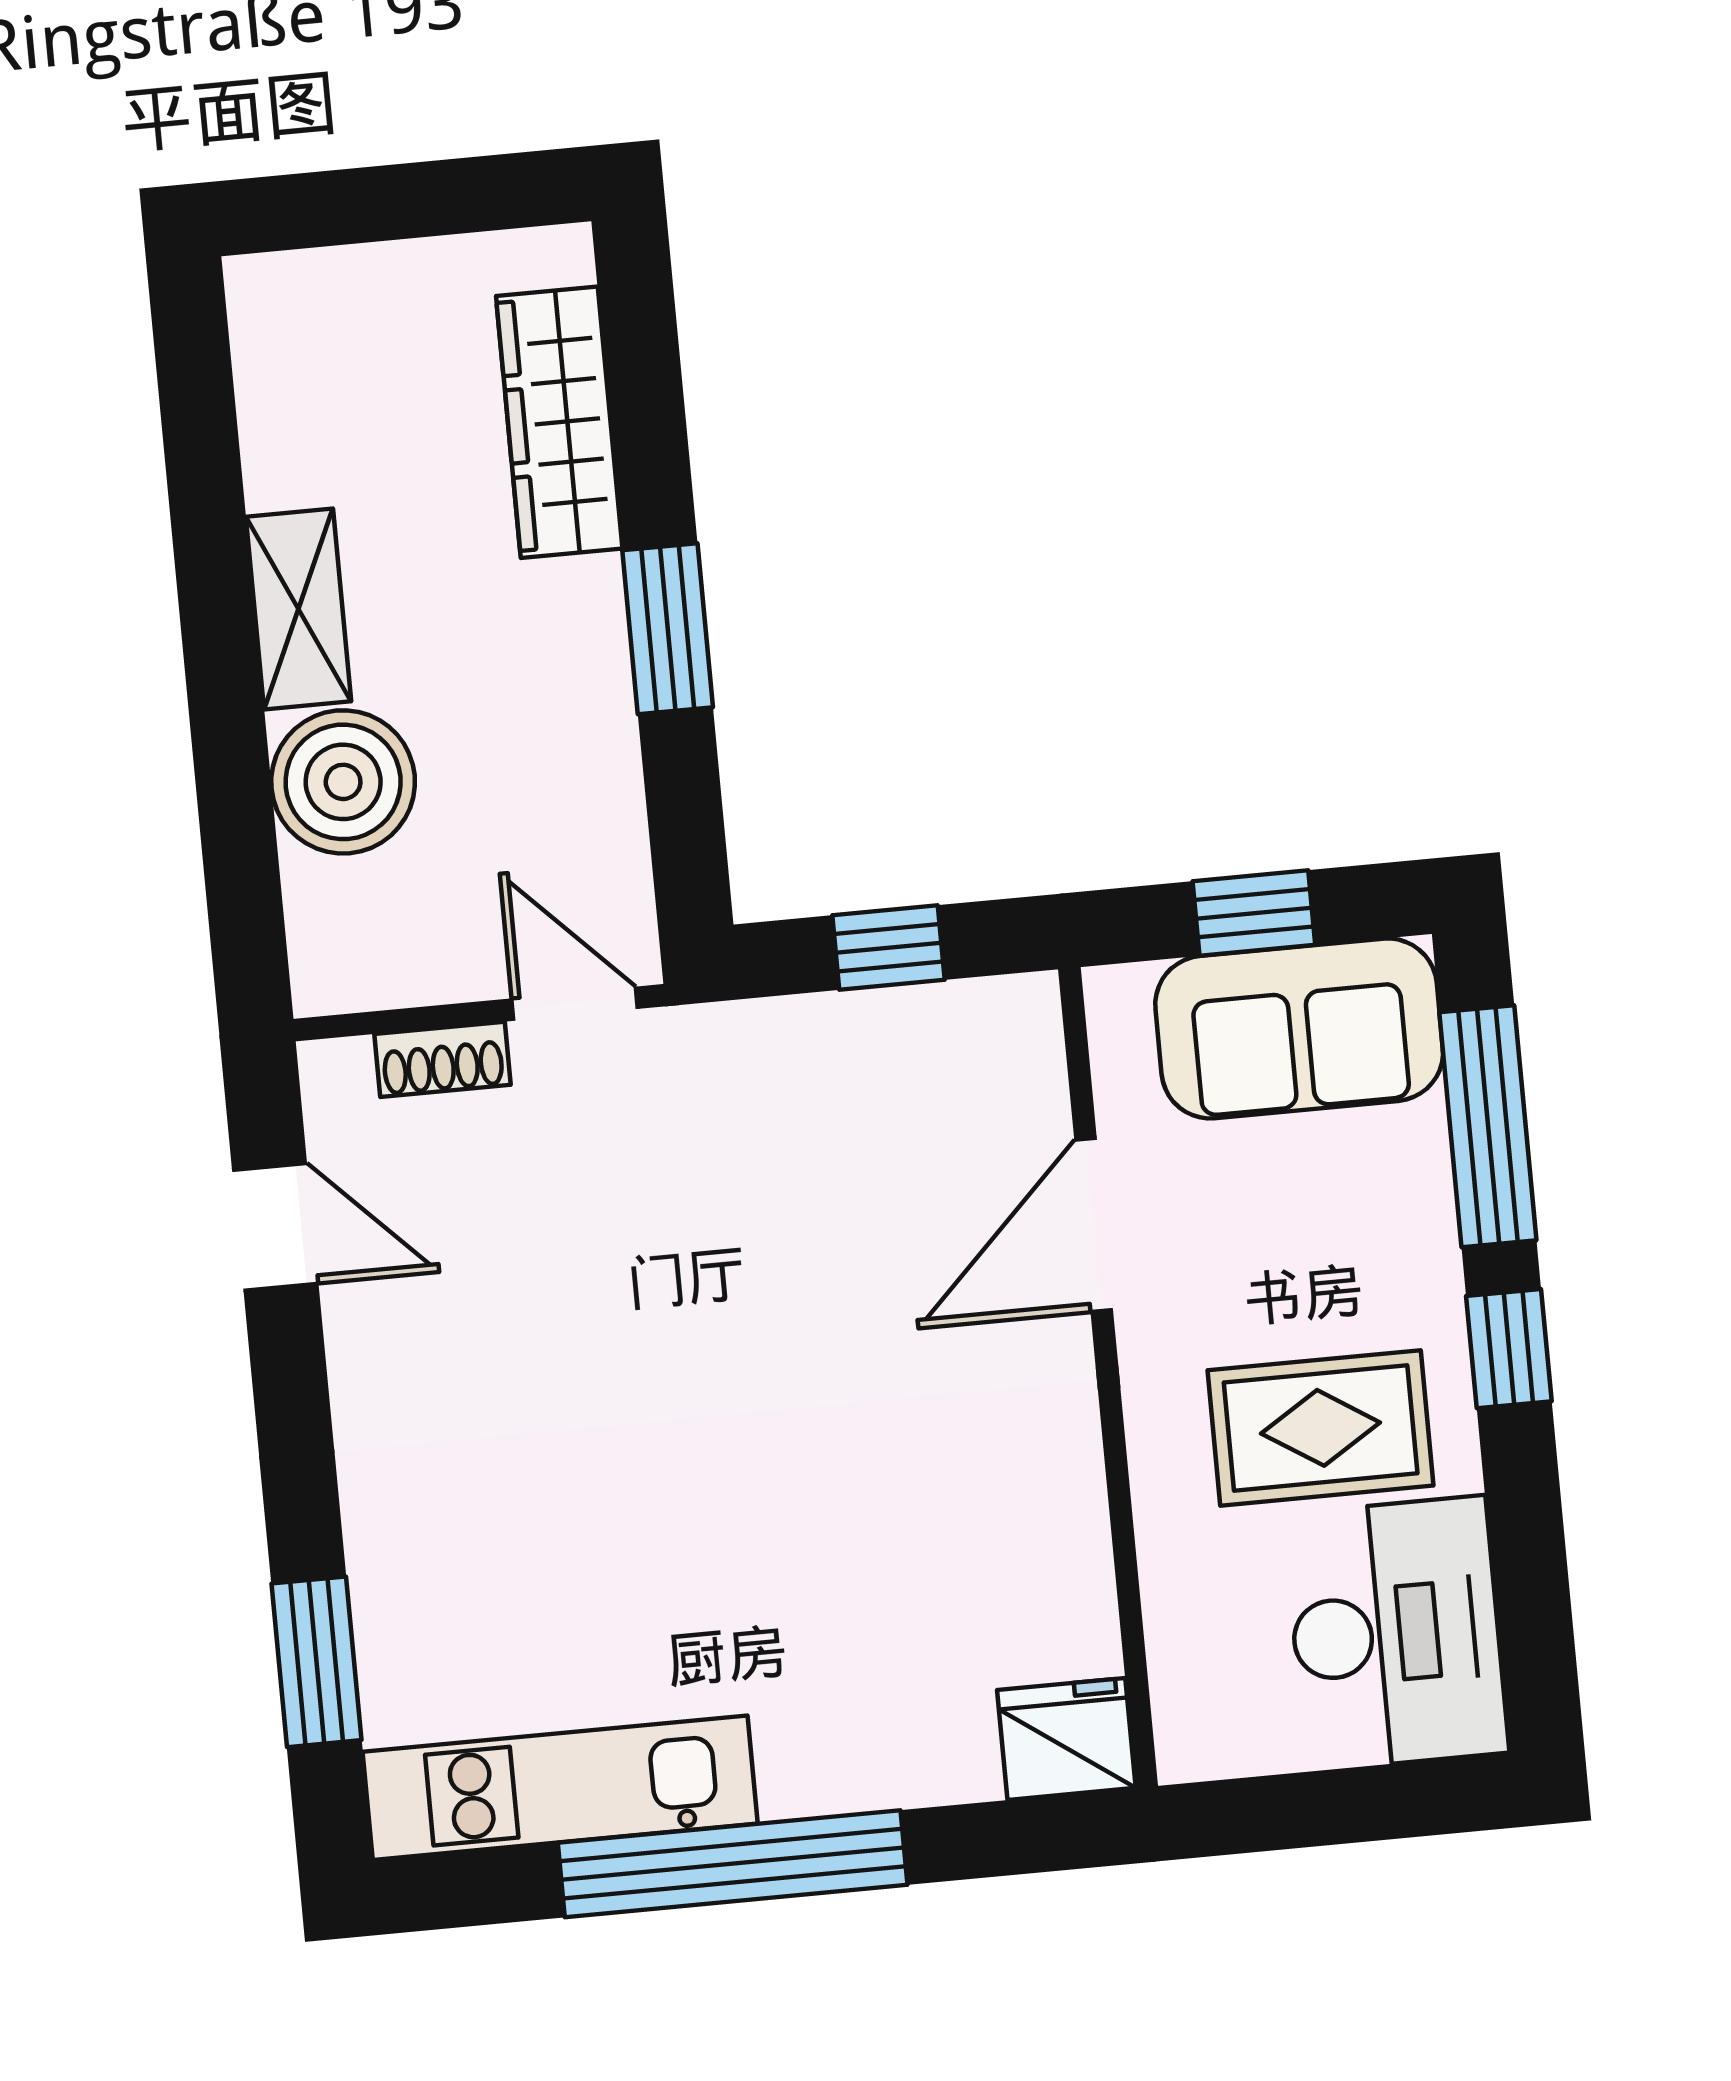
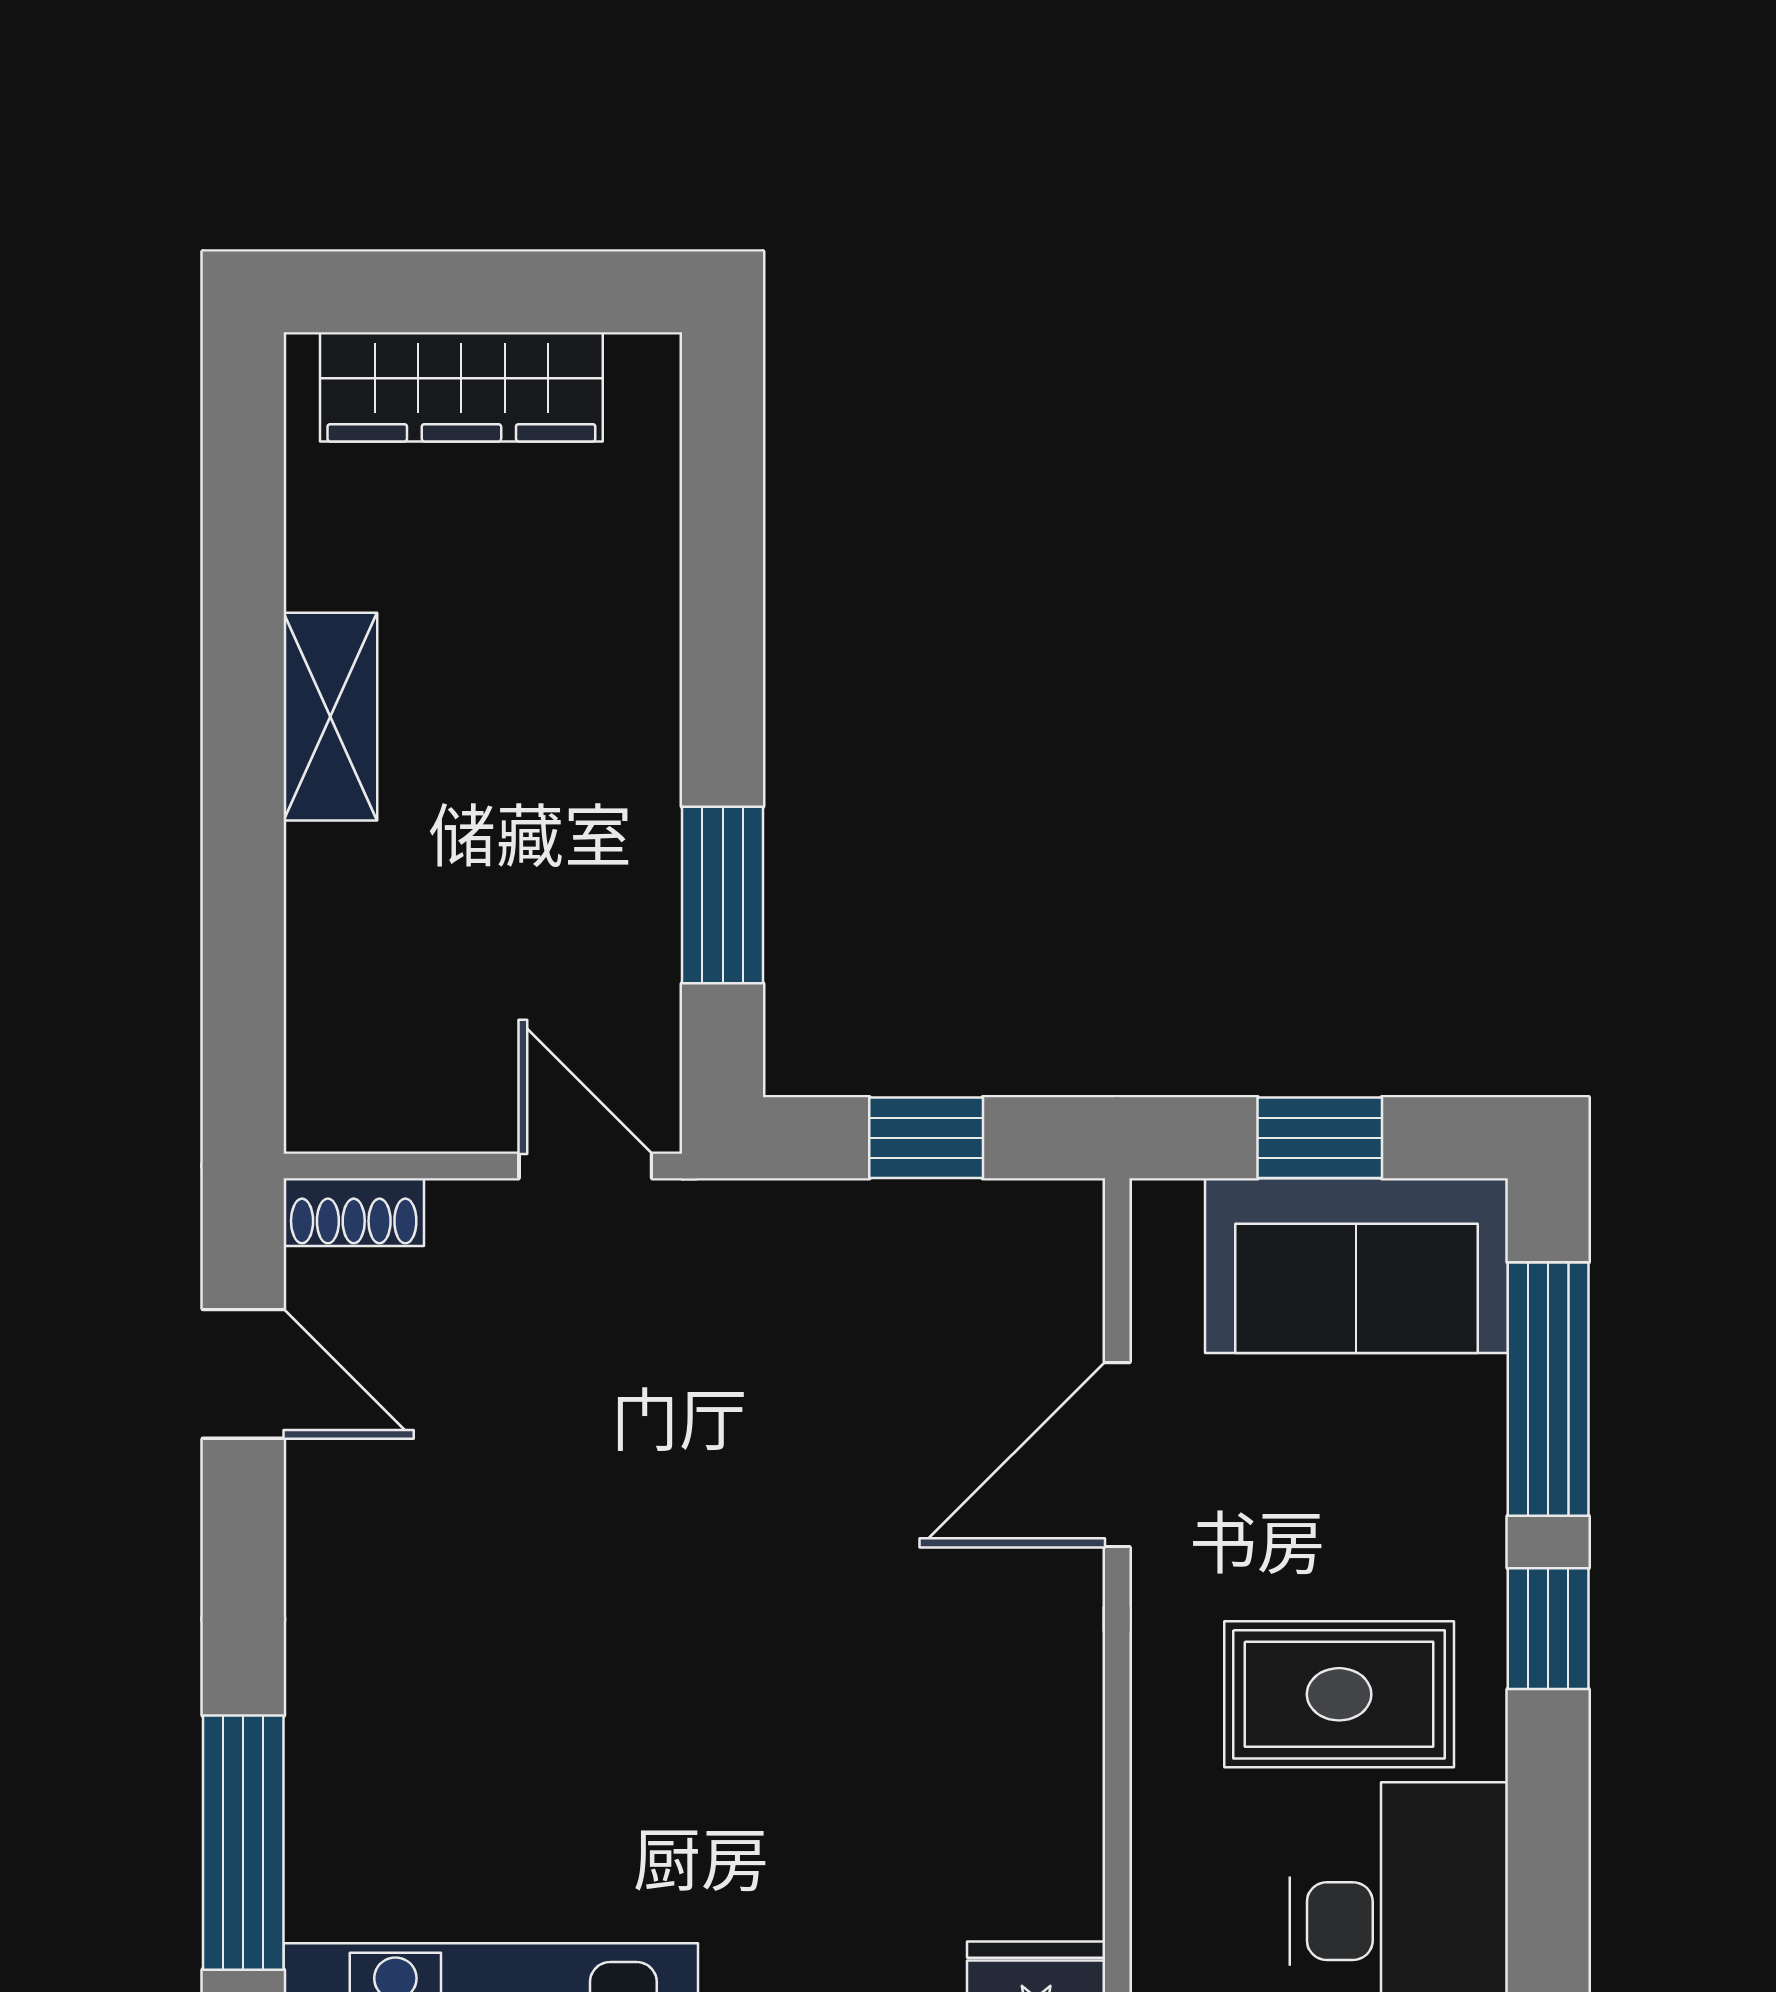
wardrobe: (559, 422) -> (461, 387), moved, turned -90
window: (668, 629) -> (723, 895), moved
boiler: (343, 782) -> (361, 906), removed
shoe rack: (442, 1059) -> (354, 1212), moved
window: (316, 1662) -> (243, 1843), width x1.44

